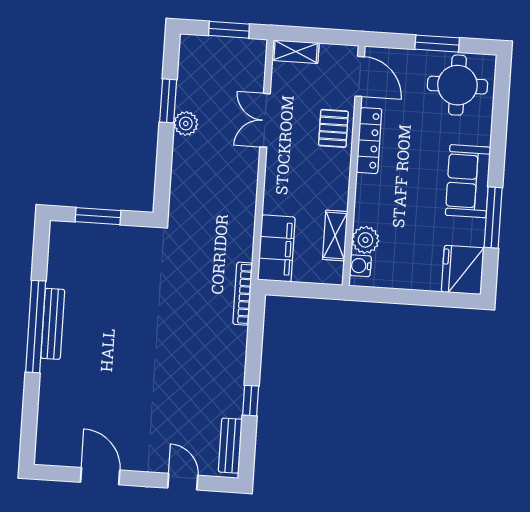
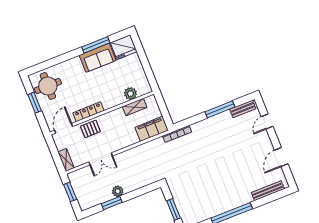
sofa: (468, 181) -> (98, 58), moved
water cooler: (360, 266) -> (142, 91), removed
bench: (53, 324) -> (268, 191), moved
window: (251, 401) -> (220, 109), width x2.17

